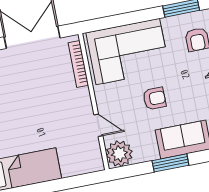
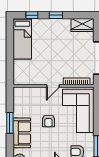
door: (98, 125) -> (53, 86), moved
plant: (119, 154) -> (21, 95), removed

